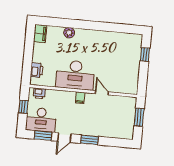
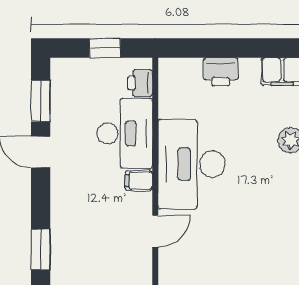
printer: (37, 70) -> (221, 72), moved
desk: (41, 120) -> (125, 133), moved, turned 180
window: (89, 140) -> (41, 249), moved

